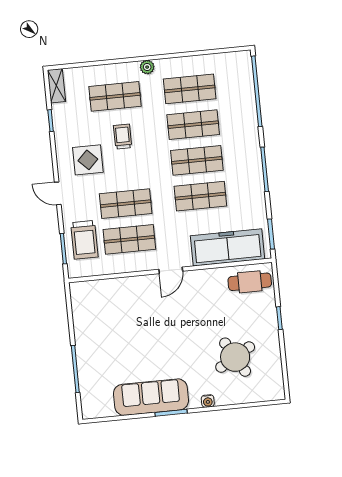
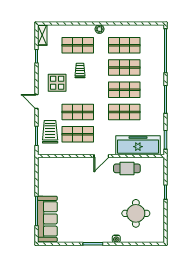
trolley: (84, 240) -> (50, 132), turned 180
cafe table: (250, 282) -> (127, 168), moved
round table: (235, 357) -> (136, 213), turned 30
sofa: (151, 397) -> (47, 219), moved, turned 90

